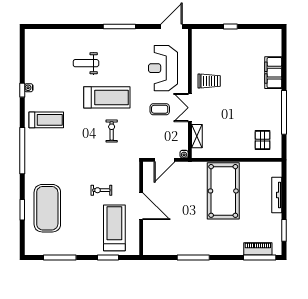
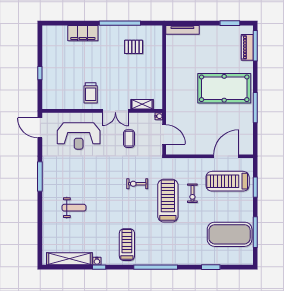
shelving: (31, 58) -> (69, 259), added
weight bench: (86, 63) -> (74, 208), turned -90
trolley: (209, 81) -> (91, 93), turned 180
treadmill: (107, 97) -> (168, 201), moved
coffee table: (160, 109) -> (129, 139), moved
pallet: (263, 140) -> (134, 47), moved
pool table: (223, 191) -> (224, 88), moved
tv unit: (277, 195) -> (182, 30), moved
door: (141, 206) -> (226, 156), moved
exercise mat: (47, 208) -> (230, 234), moved

